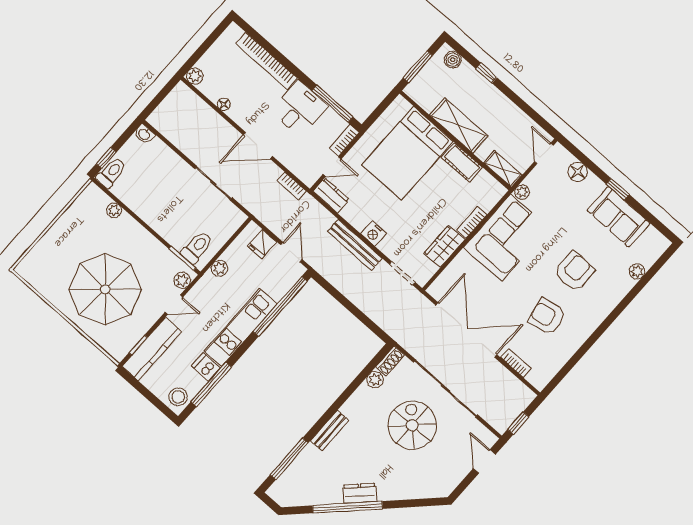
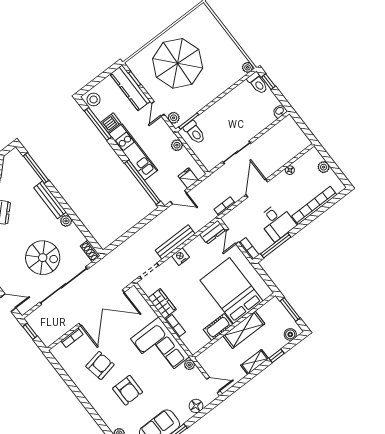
plant: (195, 76) -> (324, 167), moved
shelving: (503, 169) -> (255, 362), moved
plant: (114, 210) -> (248, 67), moved
plant: (375, 380) -> (66, 221), moved
bench: (330, 431) -> (50, 200), width x1.36

